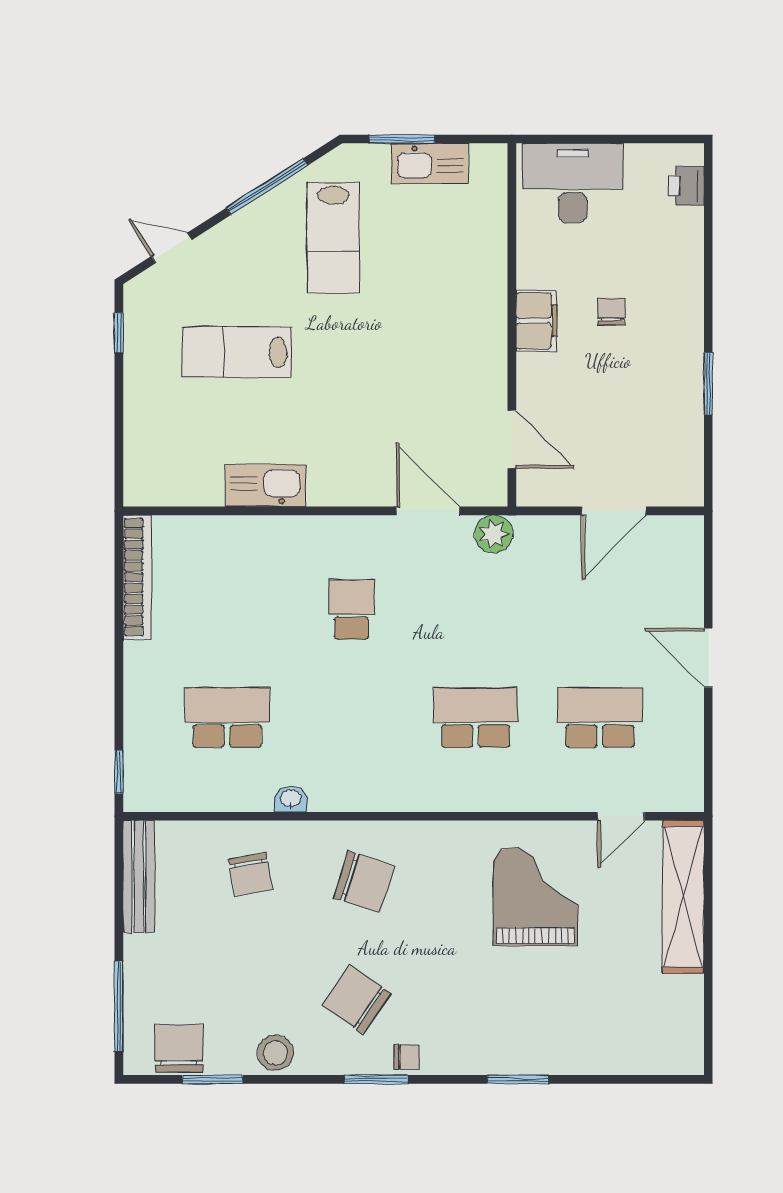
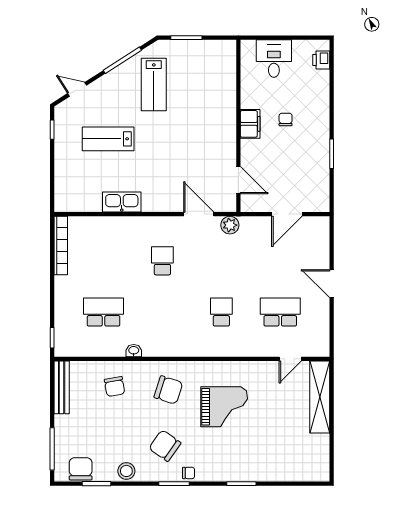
kitchen sink: (430, 163) -> (200, 49), removed
desk: (573, 183) -> (274, 59), width x0.73
school desk: (476, 718) -> (221, 312), width x0.54
grand piano: (535, 897) -> (224, 407), moved, turned 90

